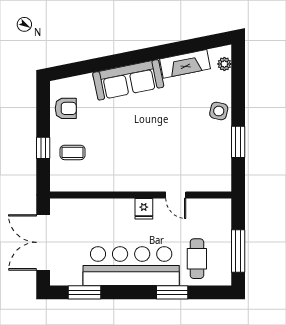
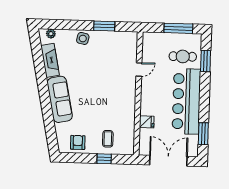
fridge: (144, 209) -> (147, 122), moved
double door: (43, 242) -> (168, 161), swing flipped
window: (172, 292) -> (206, 61), moved

